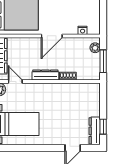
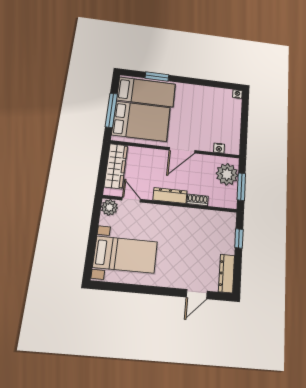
plant: (95, 48) -> (227, 174), width x1.87, depth x1.87
window: (103, 127) -> (239, 238), moved

